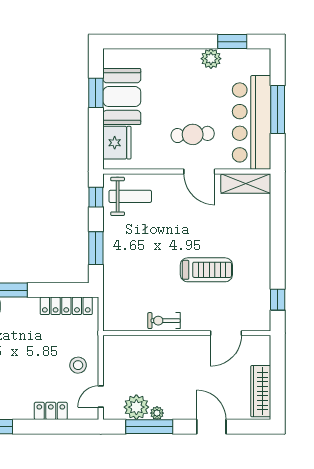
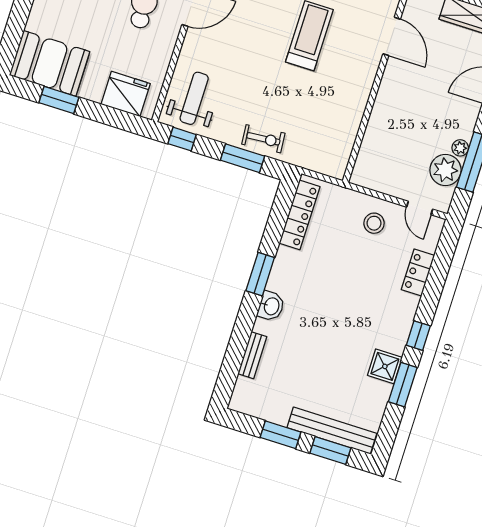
booth: (122, 97) -> (50, 63), moved
exercise bike: (164, 321) -> (263, 139), moved, turned -95

